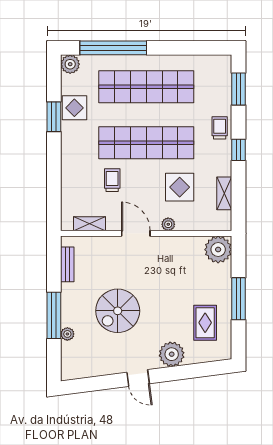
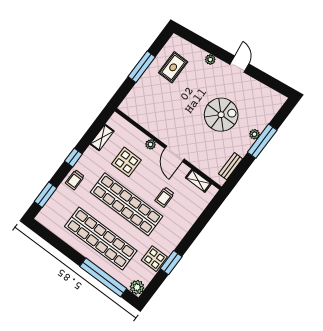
plant: (218, 250) -> (132, 106), removed
plant: (67, 334) -> (254, 134), moved
plant: (172, 354) -> (210, 60), width x0.53, depth x0.53

